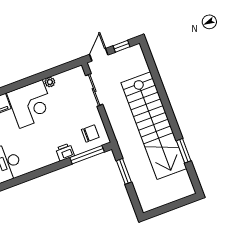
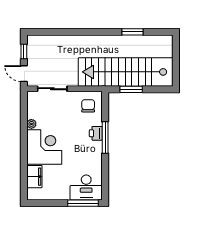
stairs: (154, 126) -> (125, 72), moved, turned 180
window: (87, 155) -> (105, 138), moved

